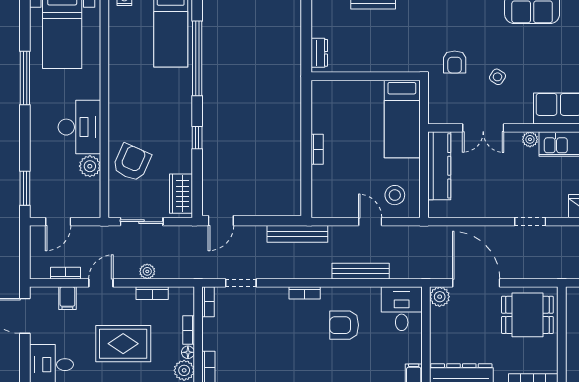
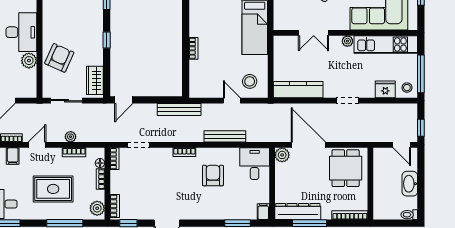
kitchen counter: (439, 166) -> (298, 90), moved, turned -90
dining table: (527, 315) -> (346, 168), turned 90
armchair: (344, 325) -> (213, 176), turned 90
floor lamp: (188, 352) -> (100, 163), moved

